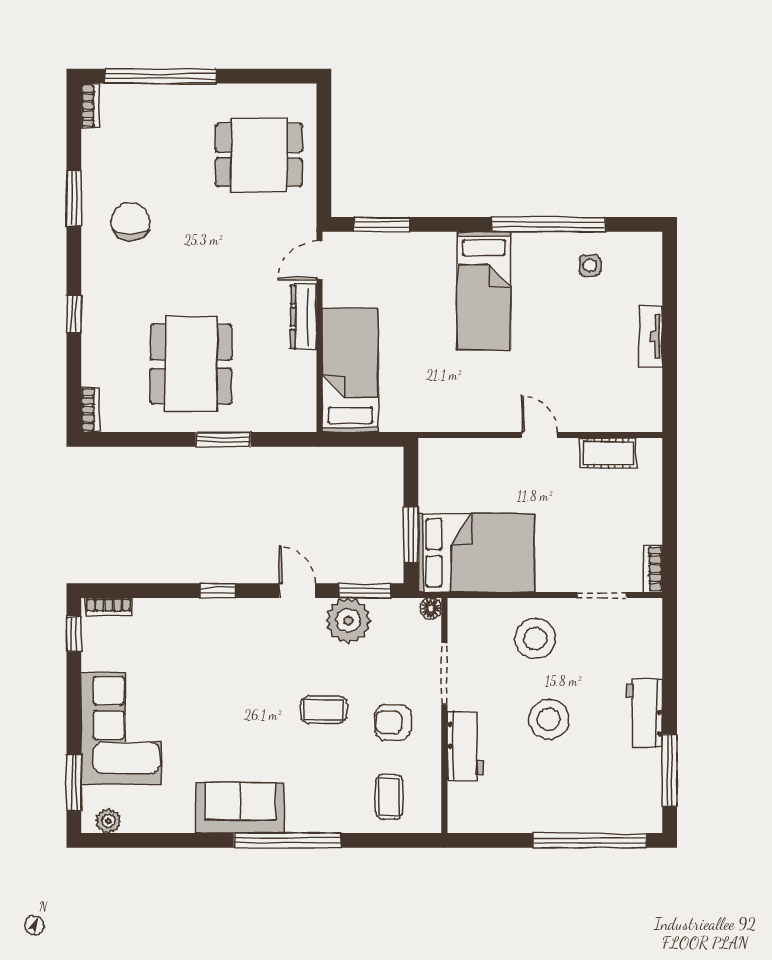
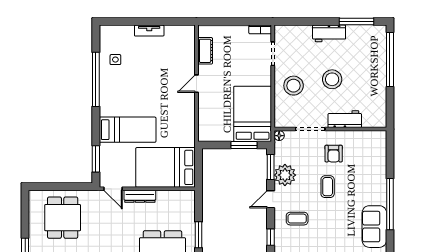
bed: (484, 291) -> (128, 130), moved
bed: (350, 370) -> (165, 167), width x1.50
coffee table: (389, 797) -> (297, 219), moved

